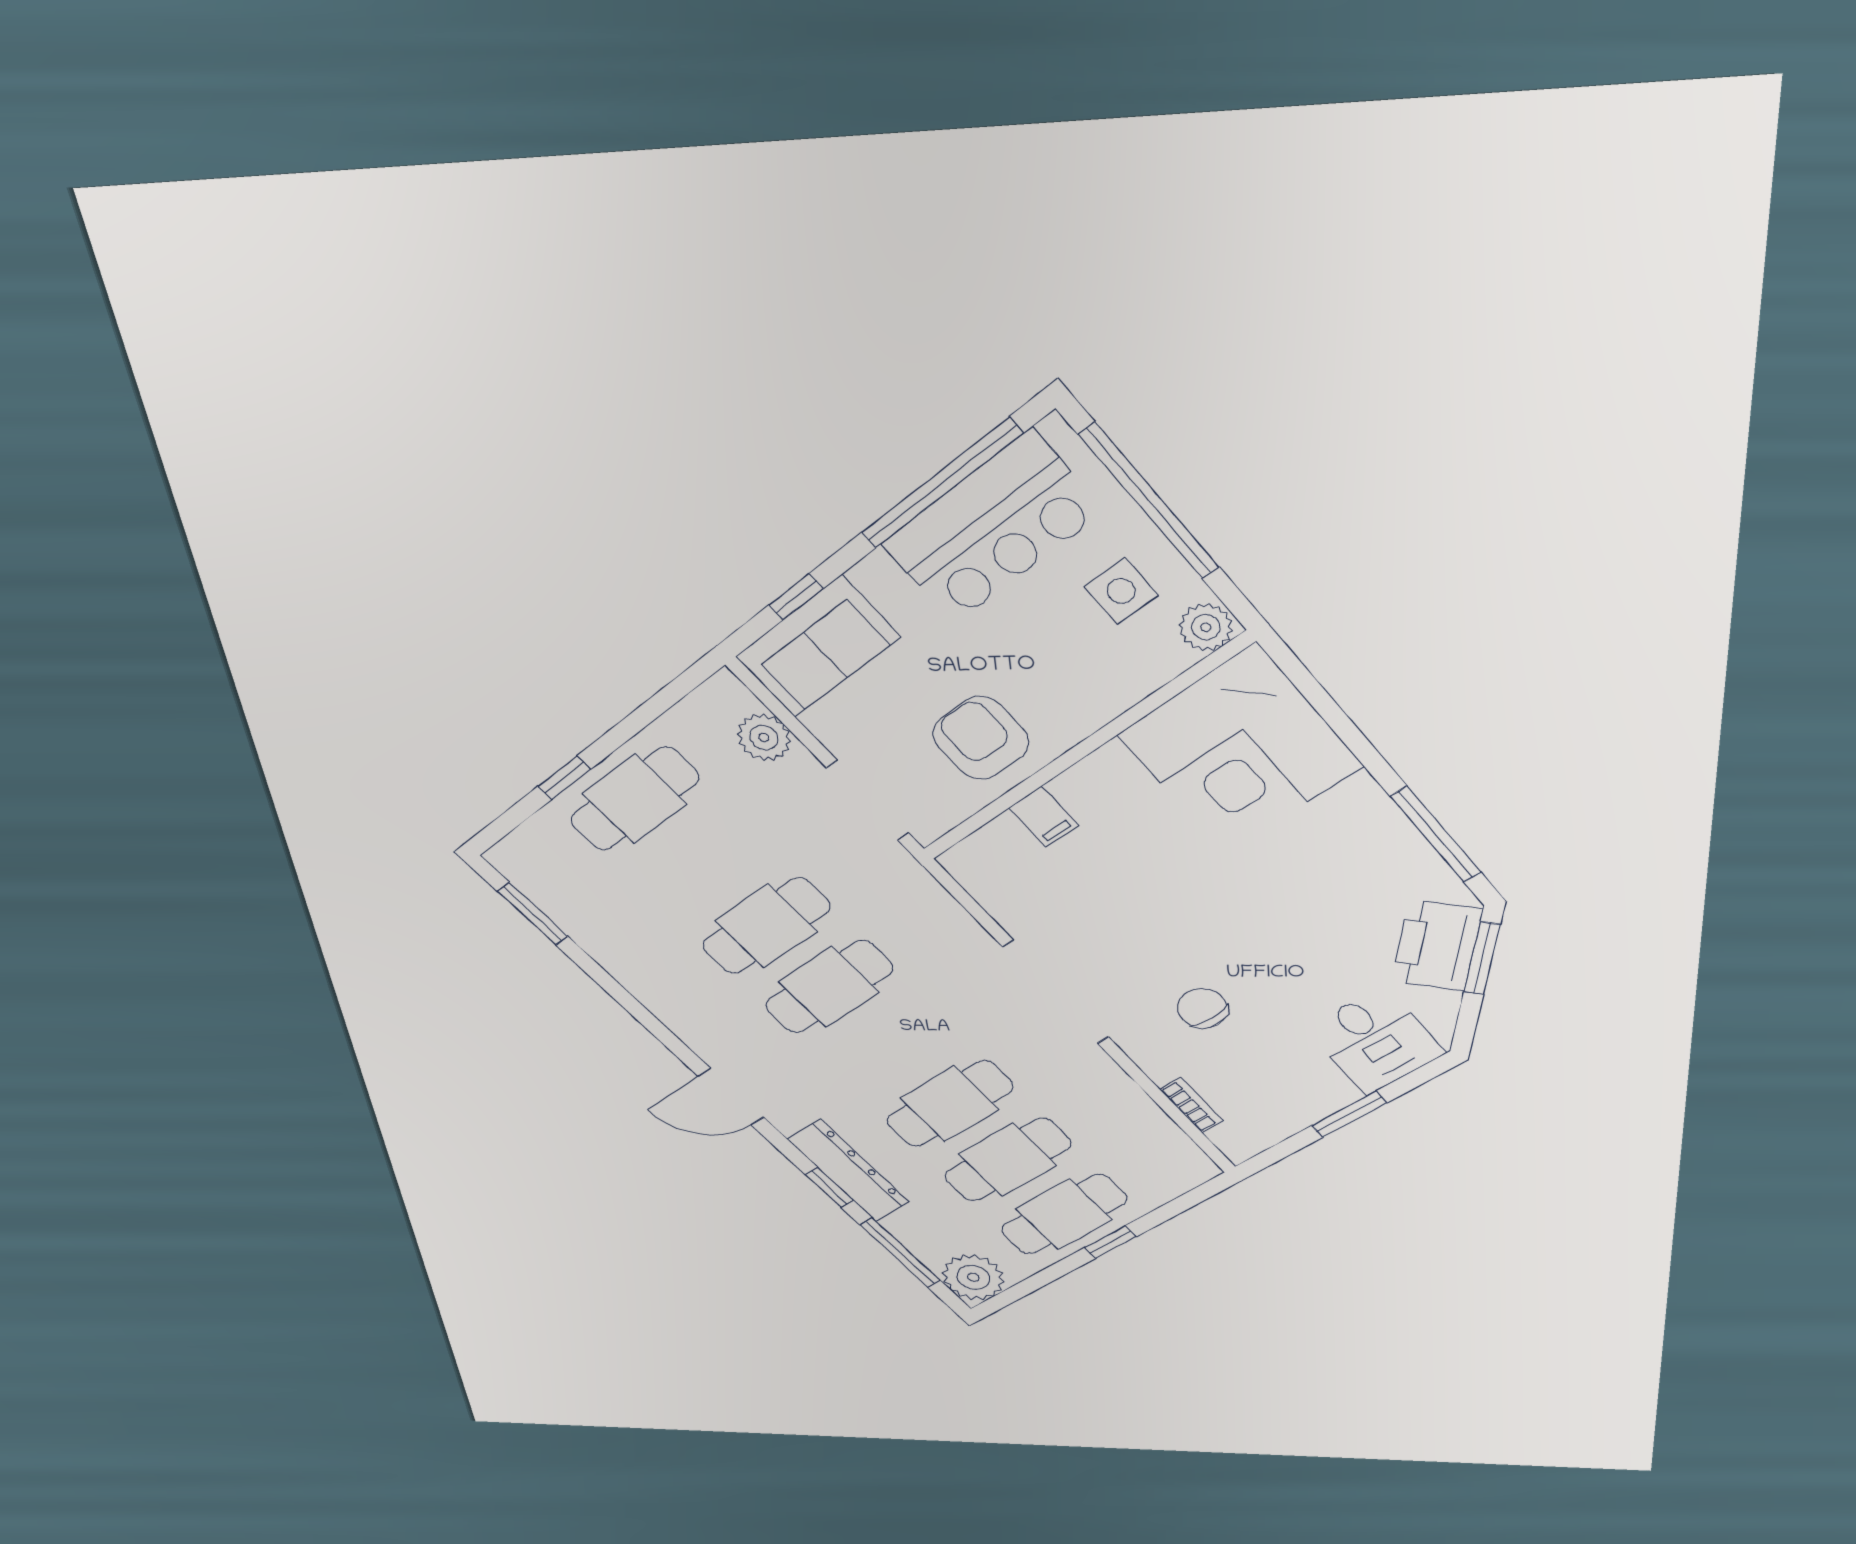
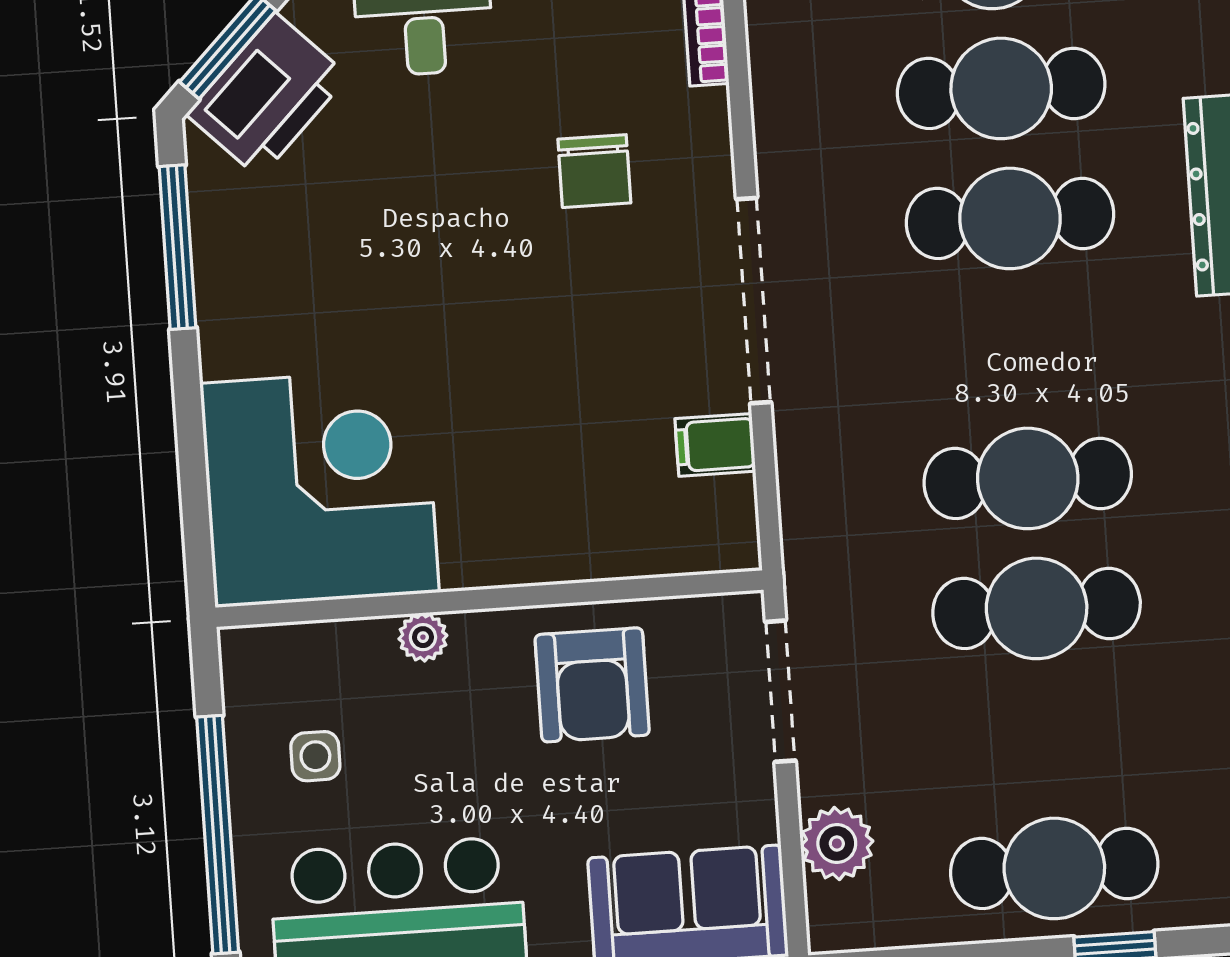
side table: (1121, 591) -> (315, 756), width x0.73, depth x0.73
plant: (1206, 627) -> (423, 637), moved, width x0.73, depth x0.73
filing cabinet: (1044, 817) -> (715, 445), moved, turned -90

